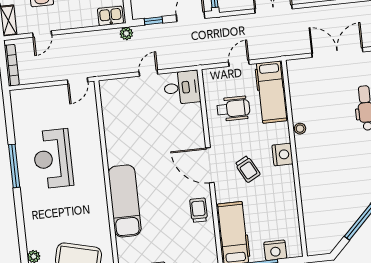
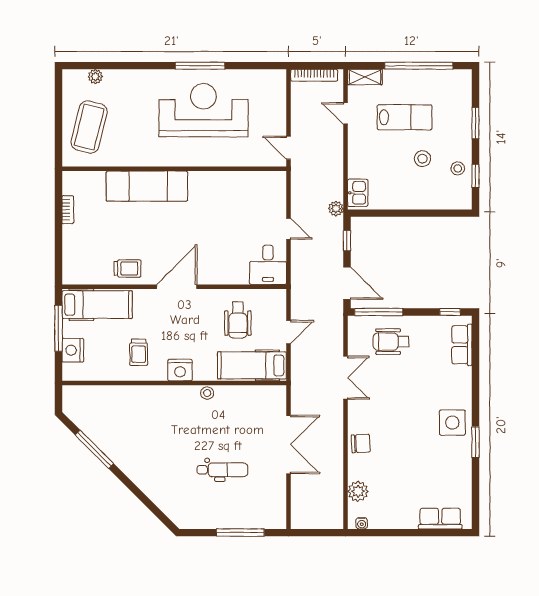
door: (239, 63) -> (288, 332), hinge flipped
reception desk: (53, 159) -> (203, 110), width x1.36, depth x1.30
trolley: (248, 169) -> (139, 352), moved, turned -62

